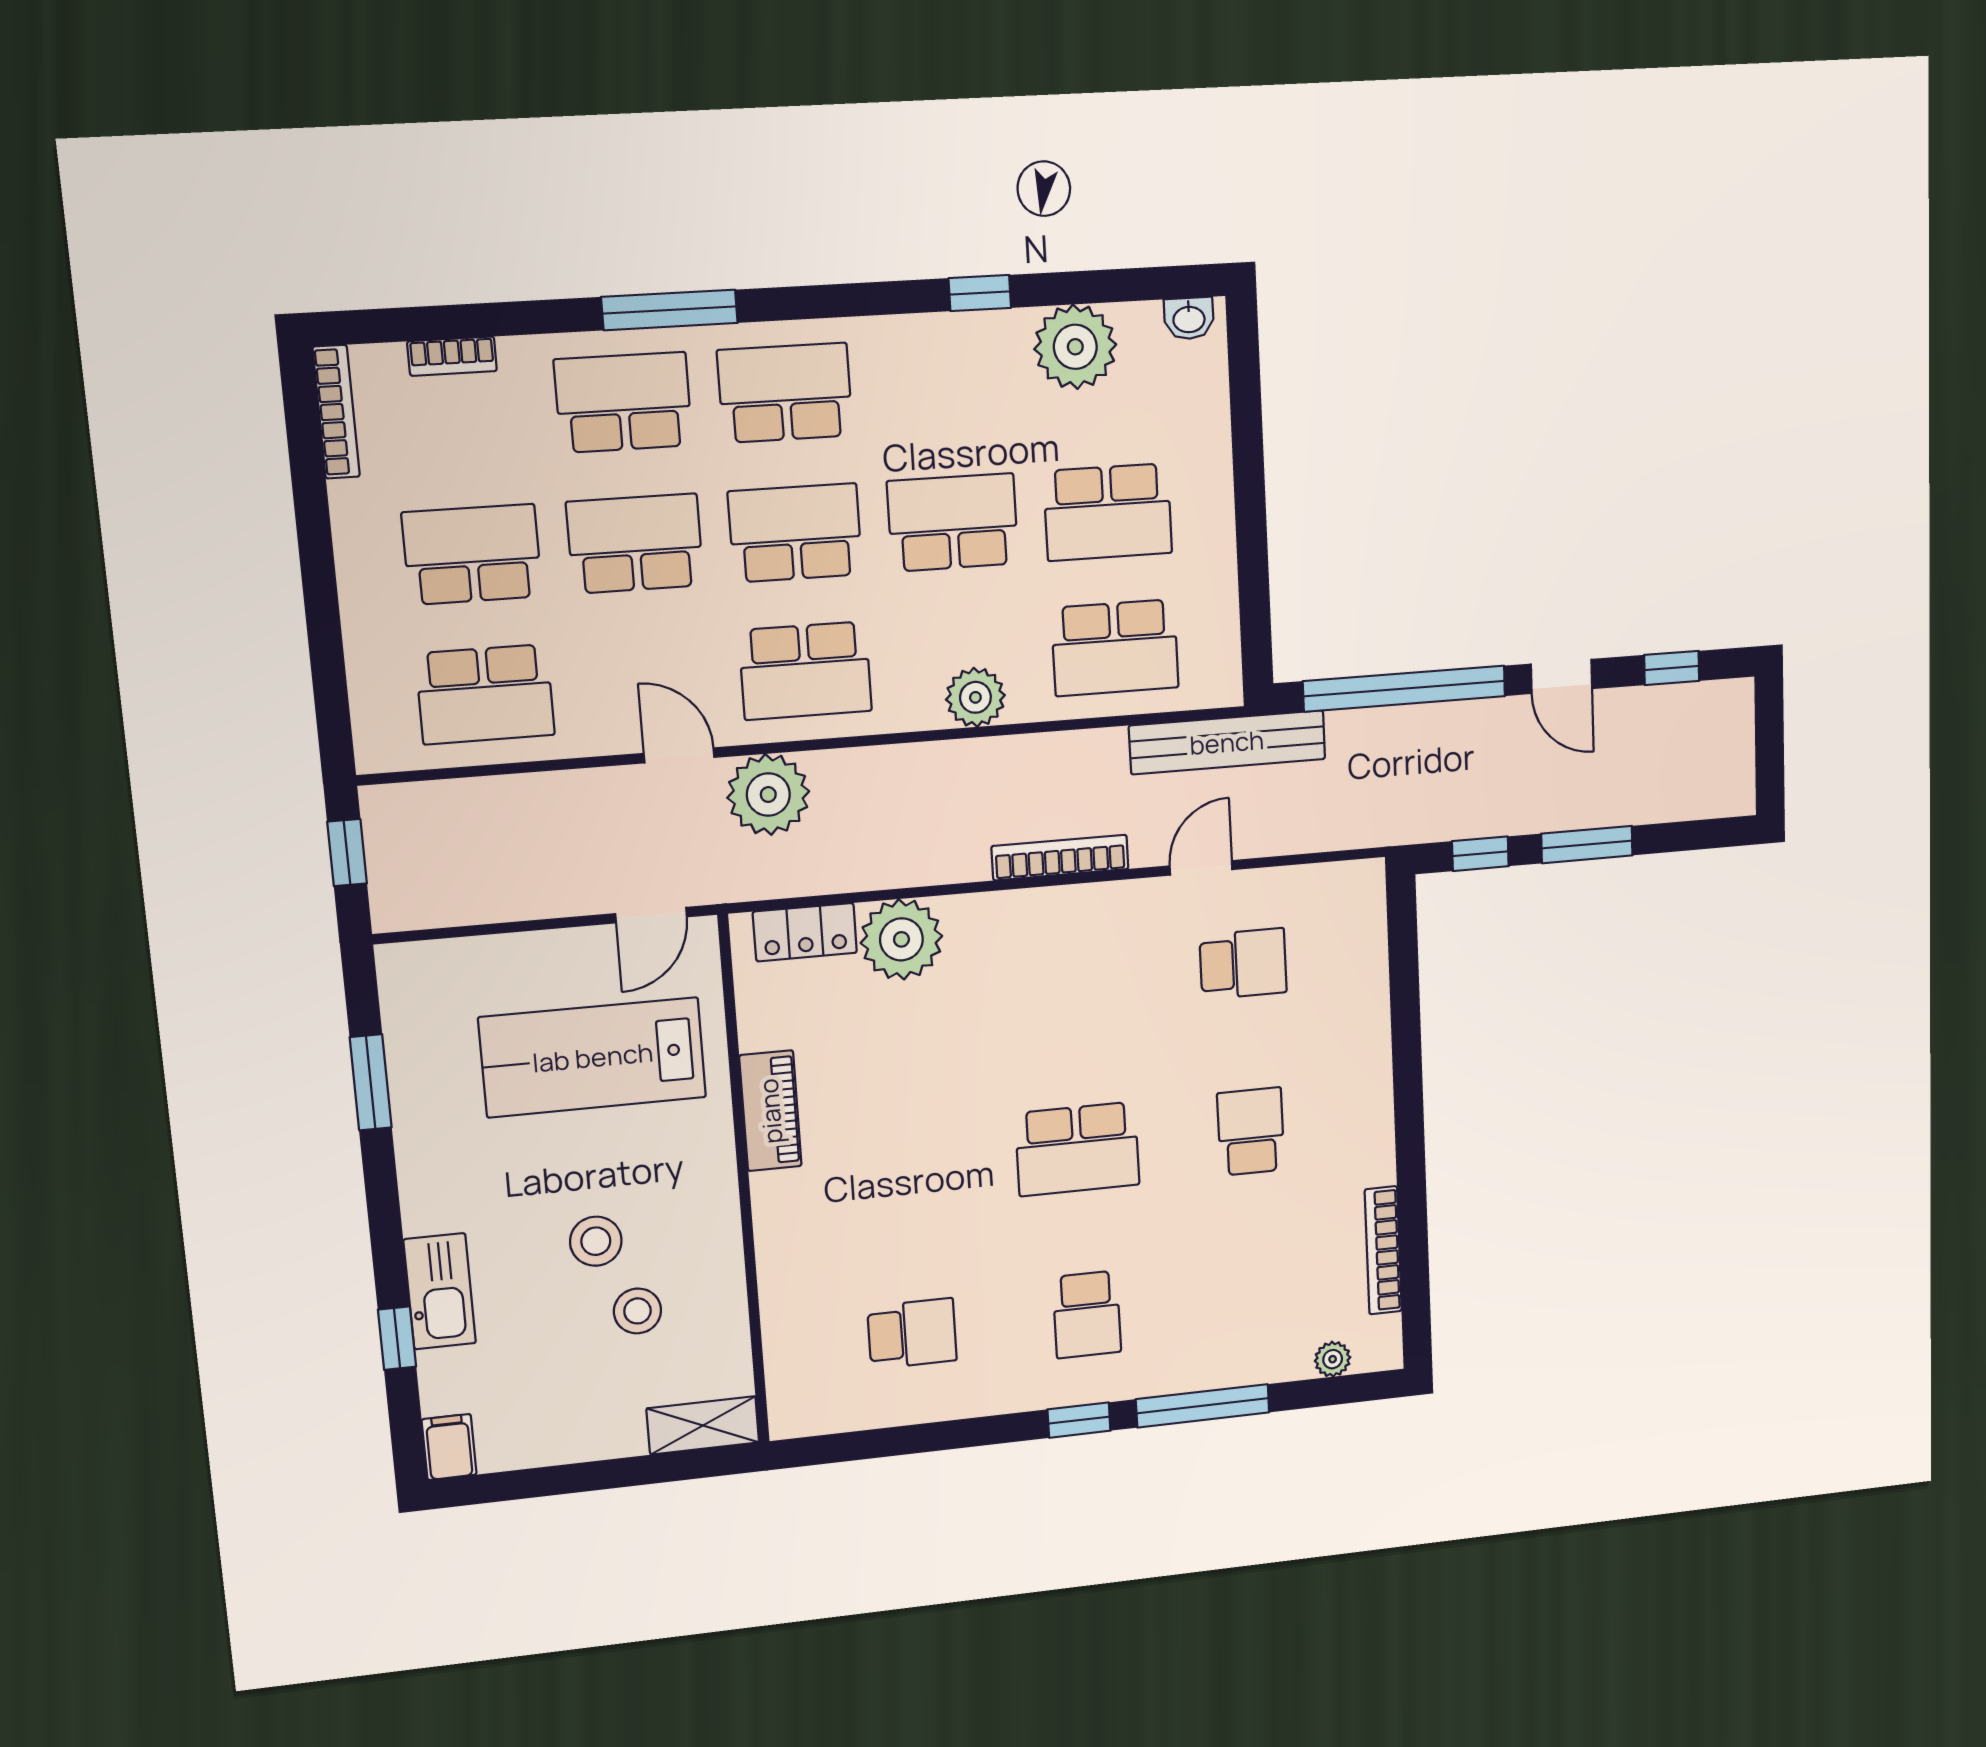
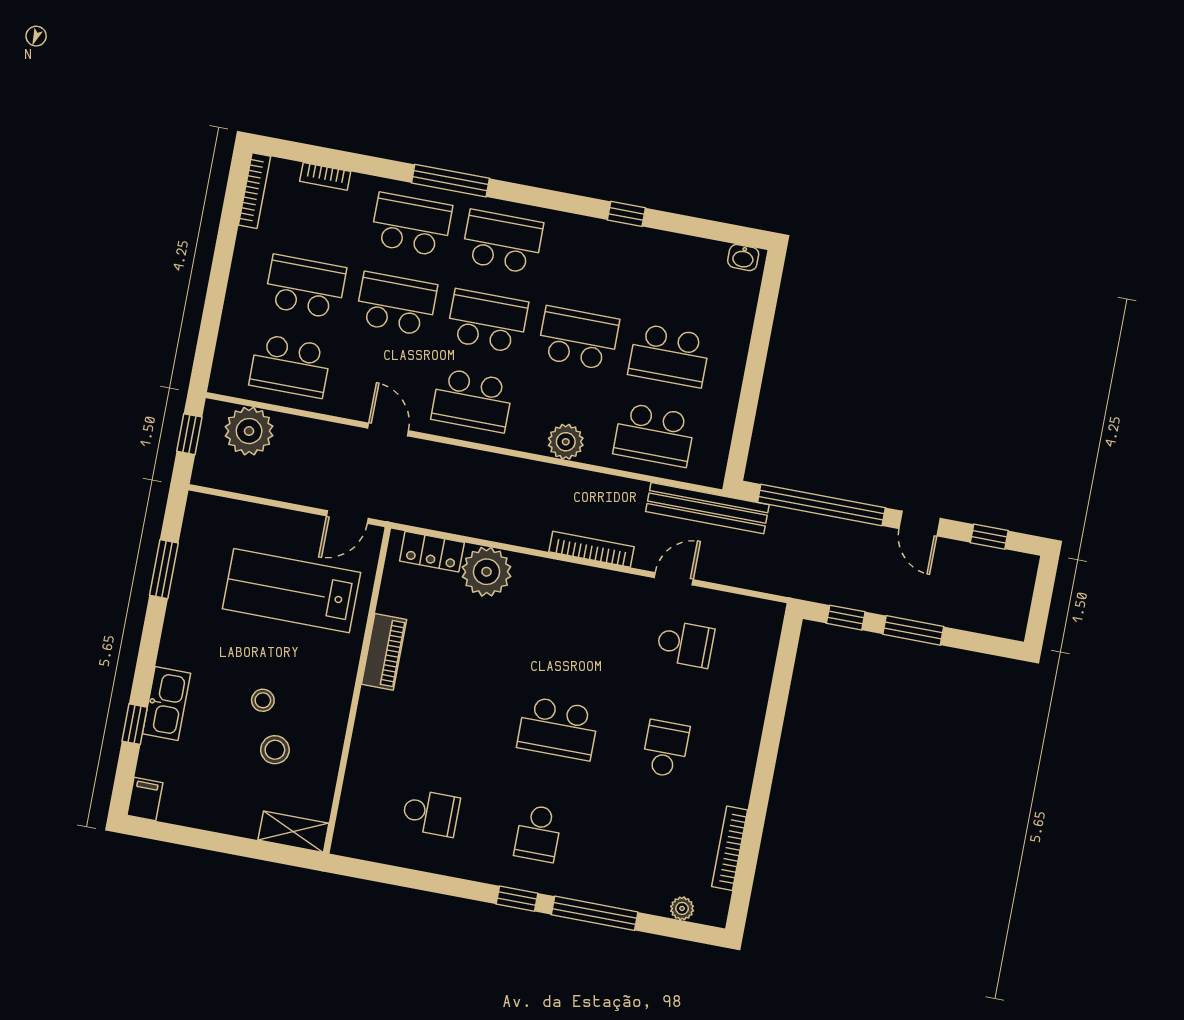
plant: (1075, 347) -> (673, 257), removed
plant: (768, 795) -> (249, 431), moved
stool: (596, 1241) -> (263, 700), width x0.73, depth x0.73

